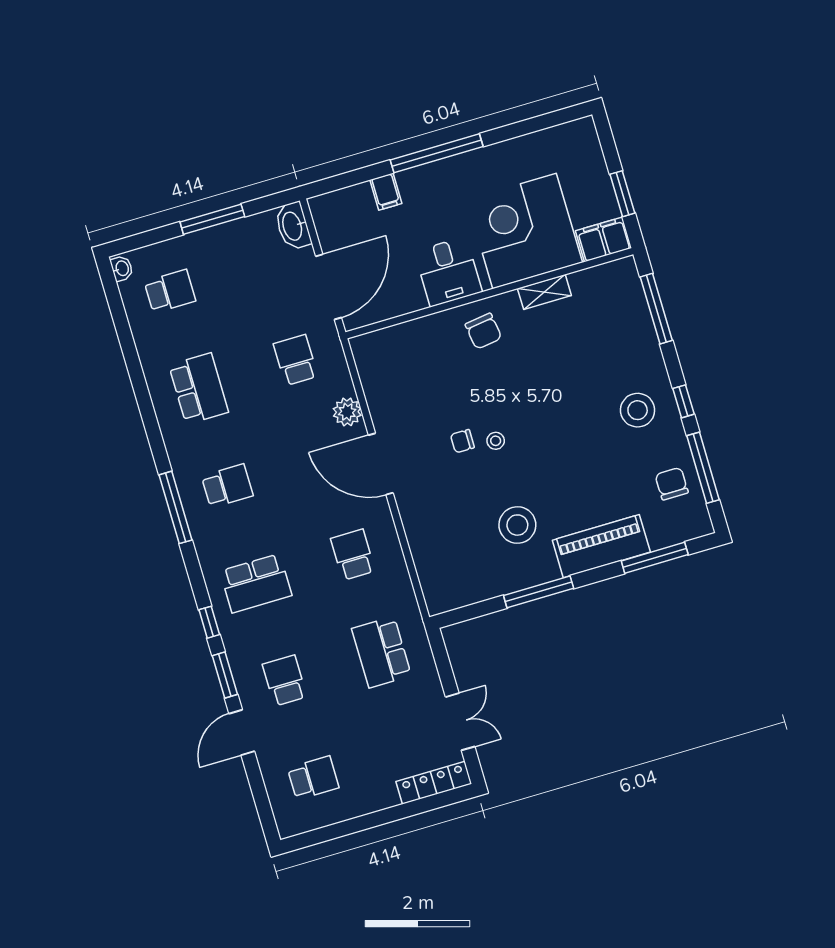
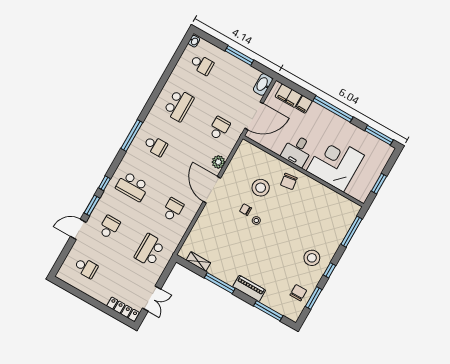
window: (547, 121) -> (379, 135), added
filing cabinet: (603, 239) -> (288, 96), moved, turned 180
shelving: (544, 292) -> (198, 261), moved
window: (703, 468) -> (314, 298), width x0.69
stool: (517, 525) -> (261, 188), moved
piano: (601, 546) -> (249, 288), width x0.73, depth x0.75

